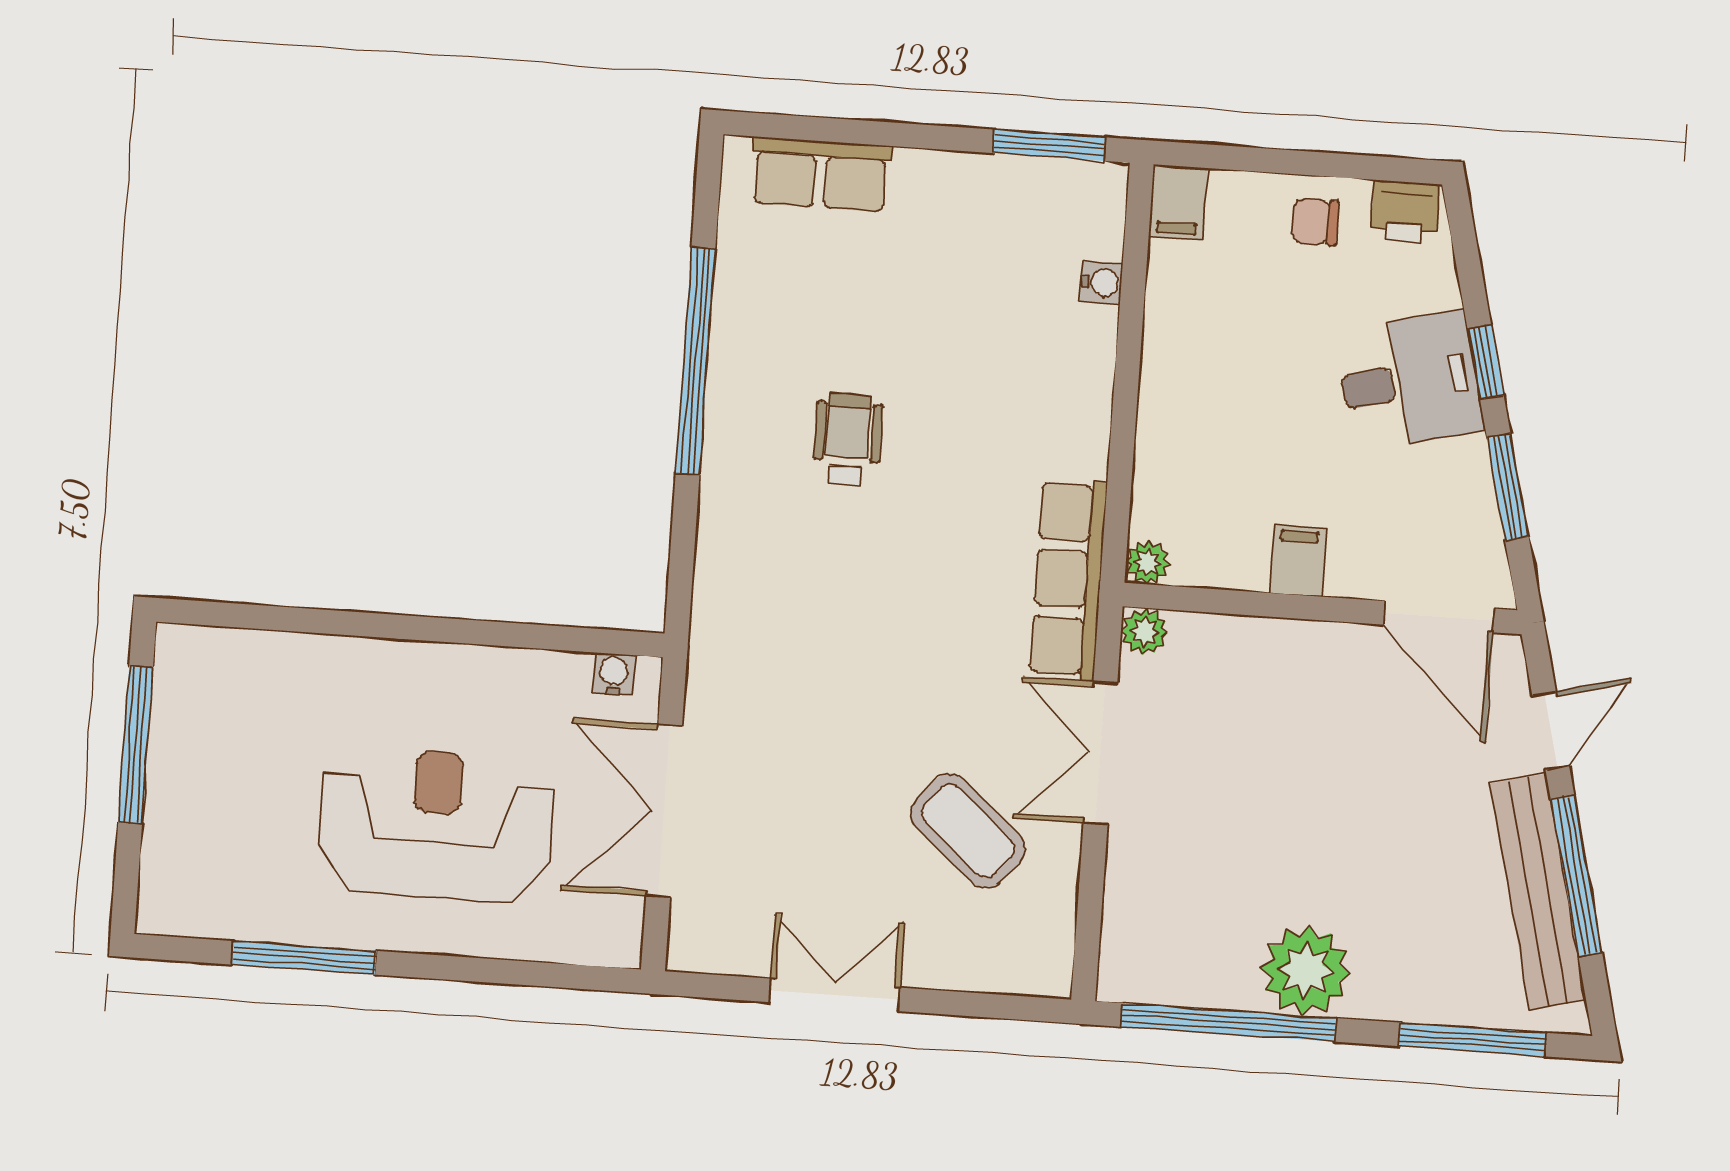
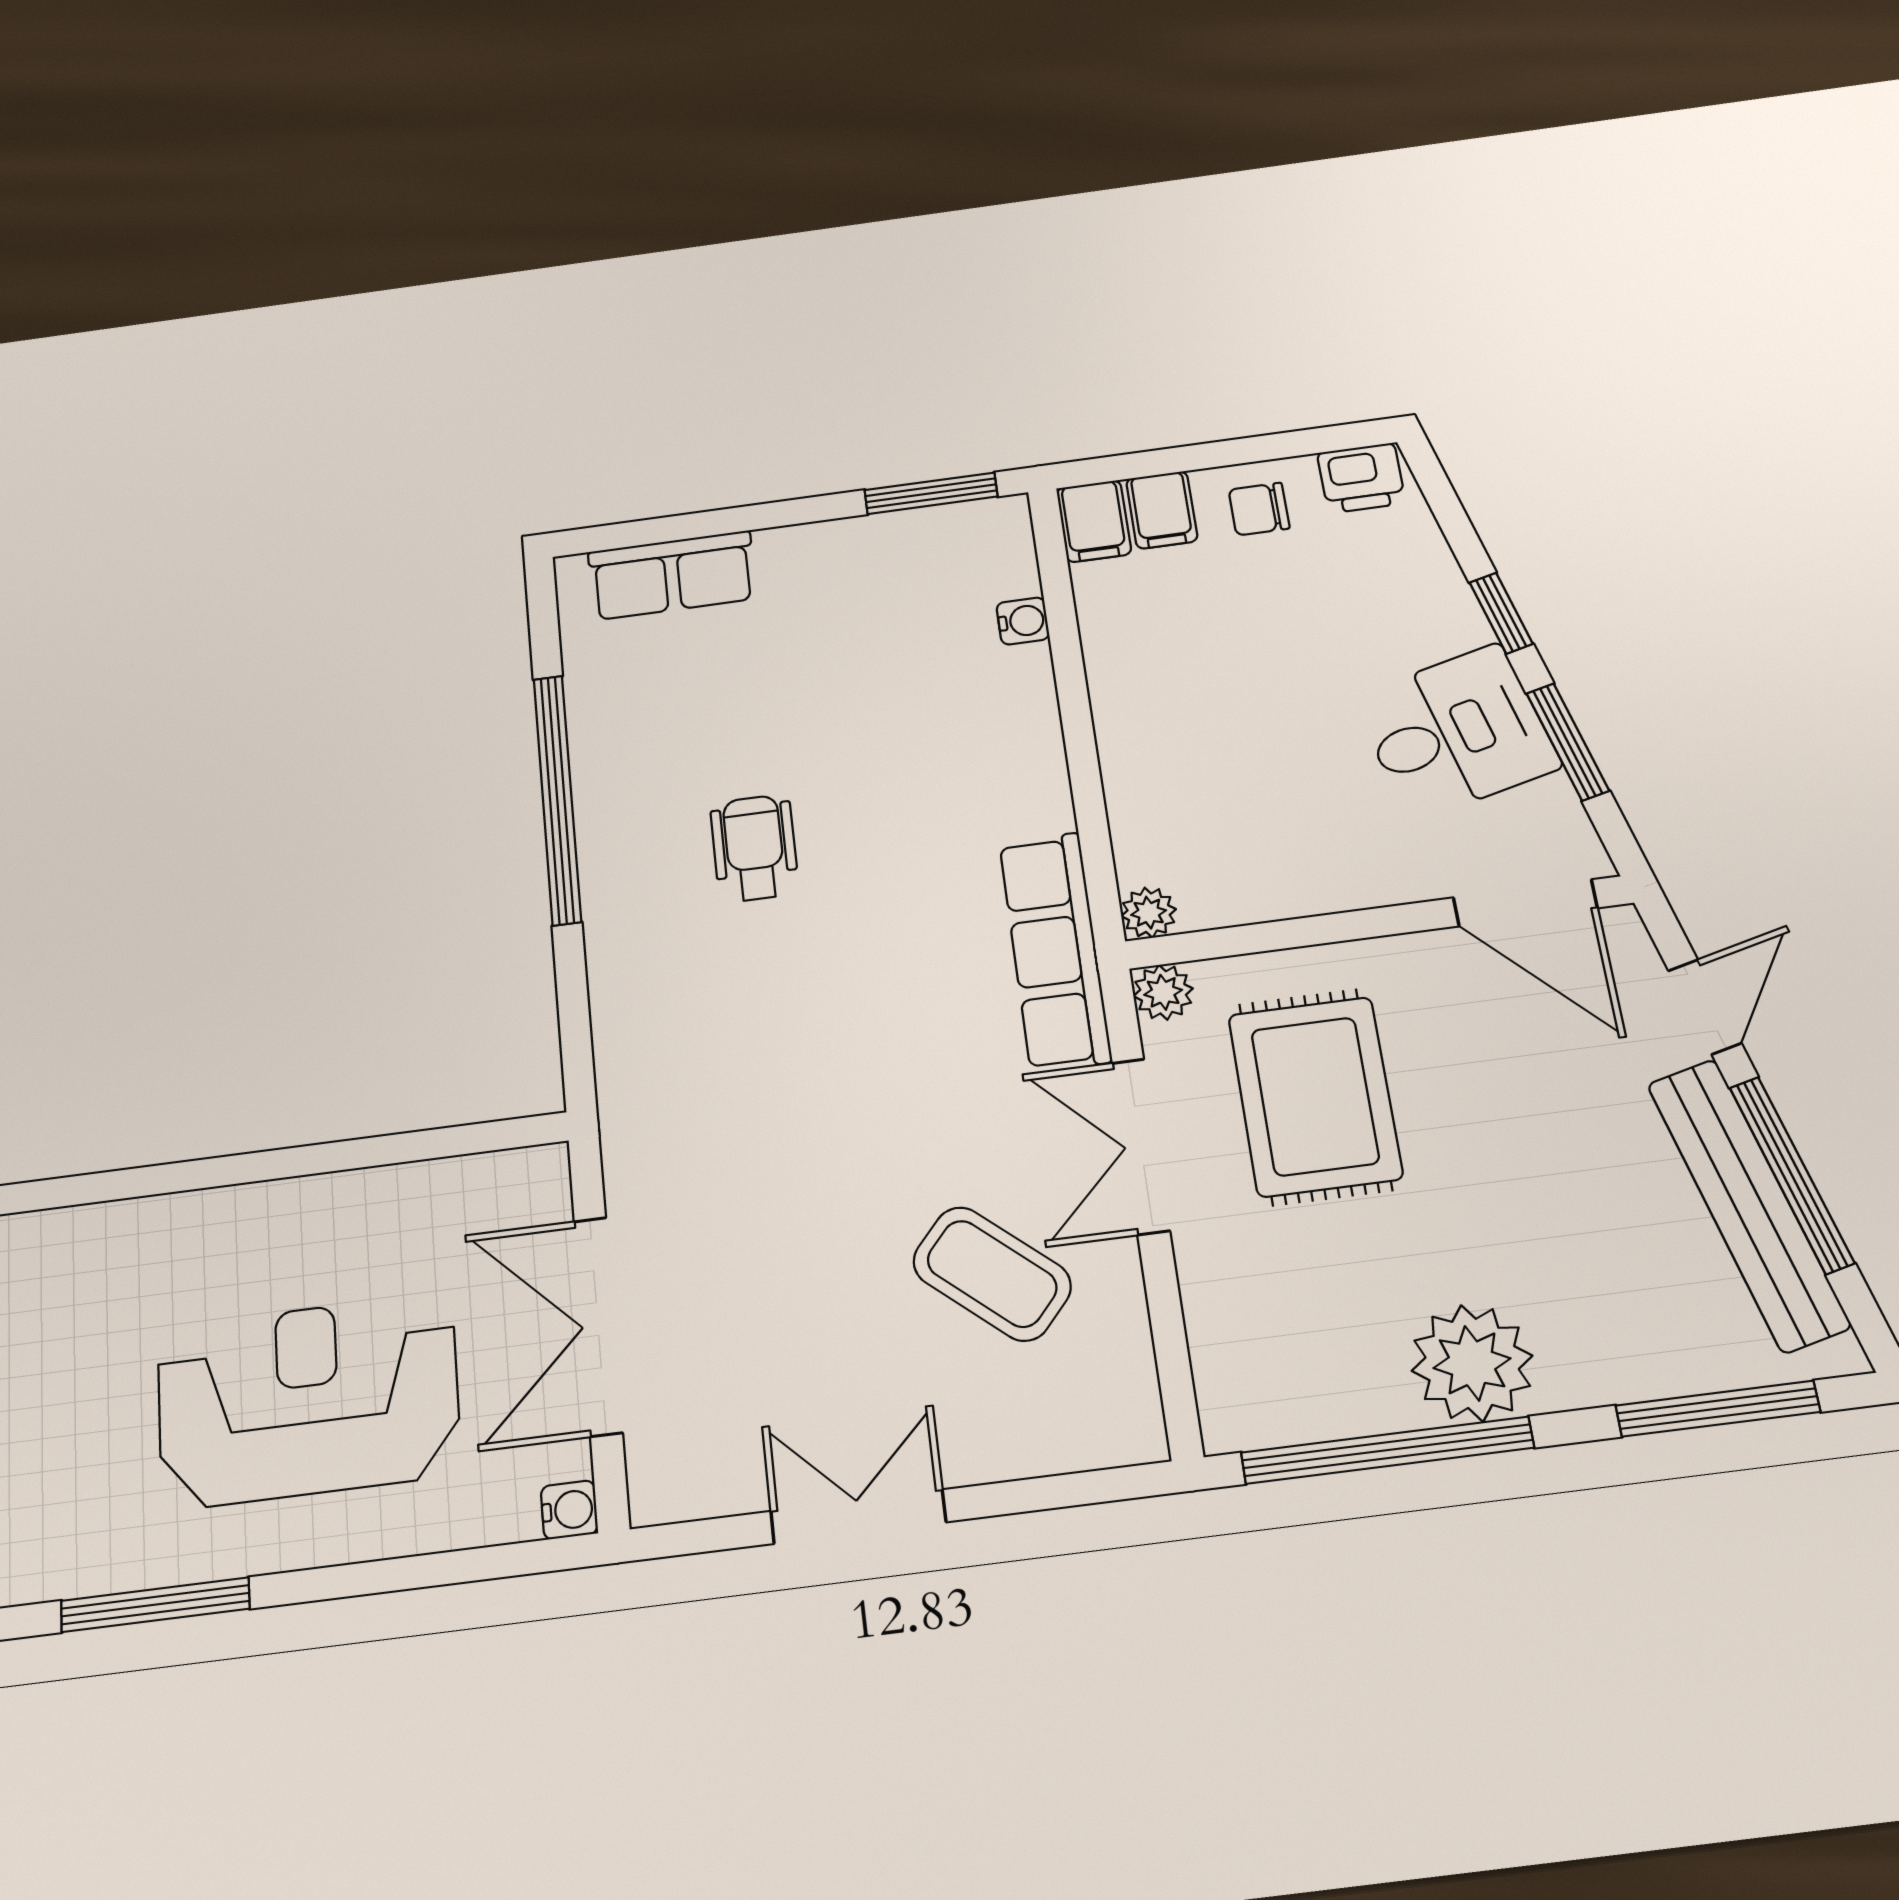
desk: (1409, 381) -> (1456, 732), moved
filing cabinet: (1298, 560) -> (1162, 510), moved, turned 180
water cooler: (614, 674) -> (569, 1510), moved, turned 90
rug: (1241, 741) -> (1315, 1096), added

